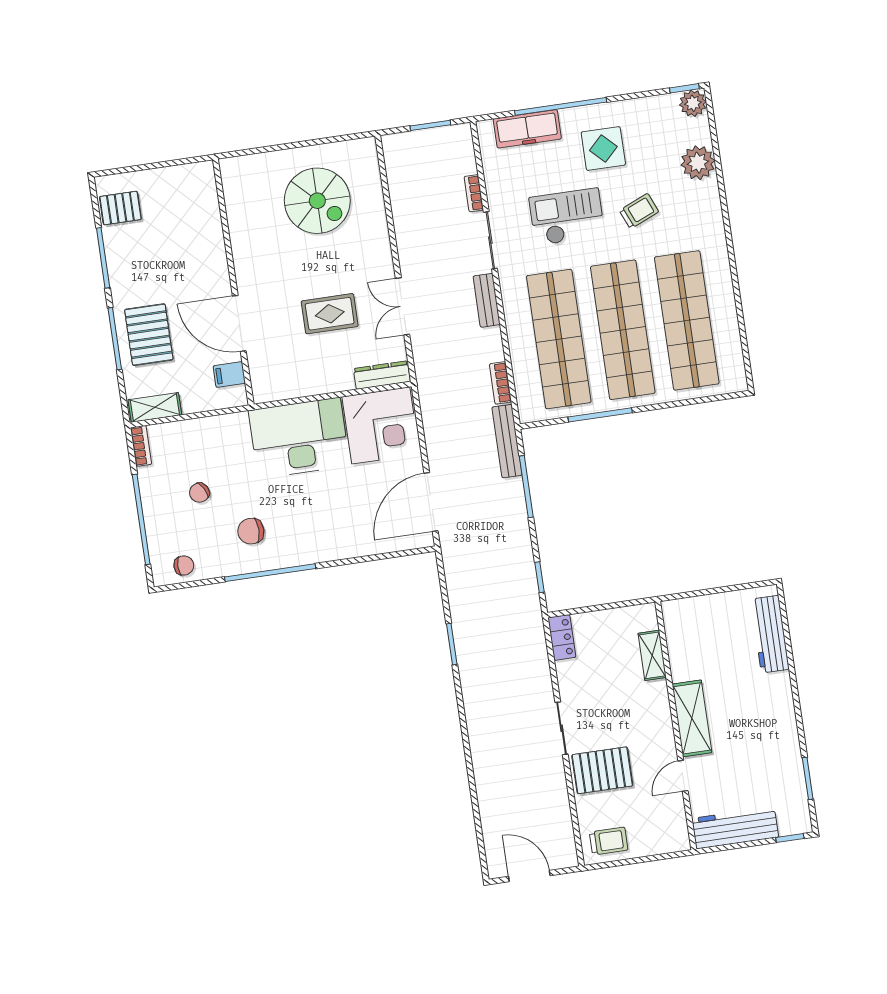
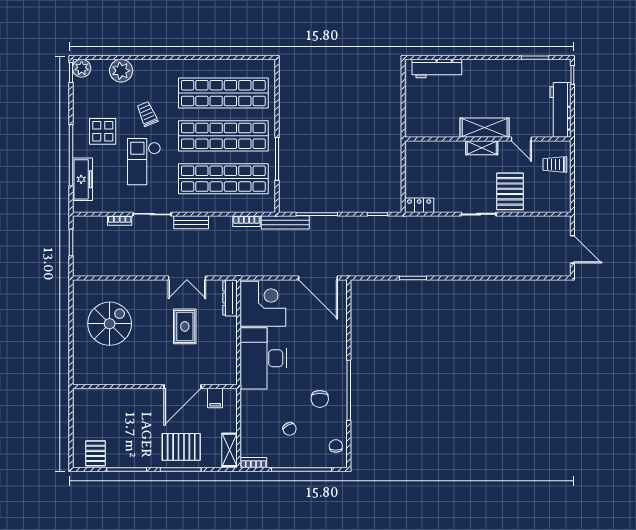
shelving: (652, 655) -> (482, 148), moved
trolley: (609, 841) -> (555, 164), moved, turned -90
door: (529, 876) -> (572, 249), swing flipped

